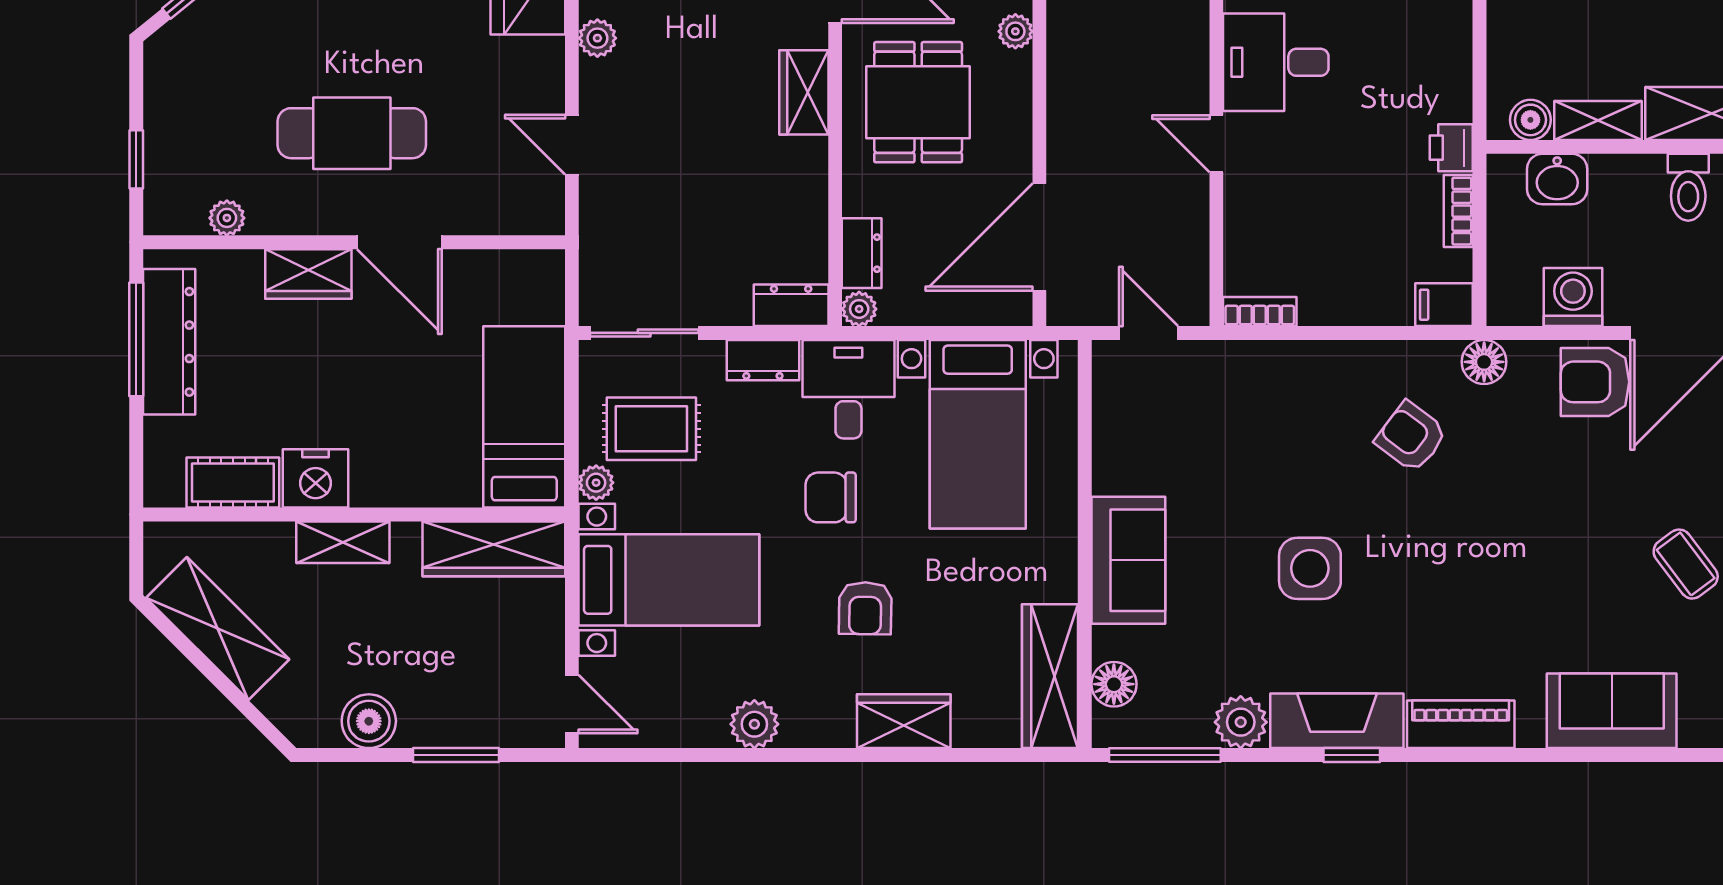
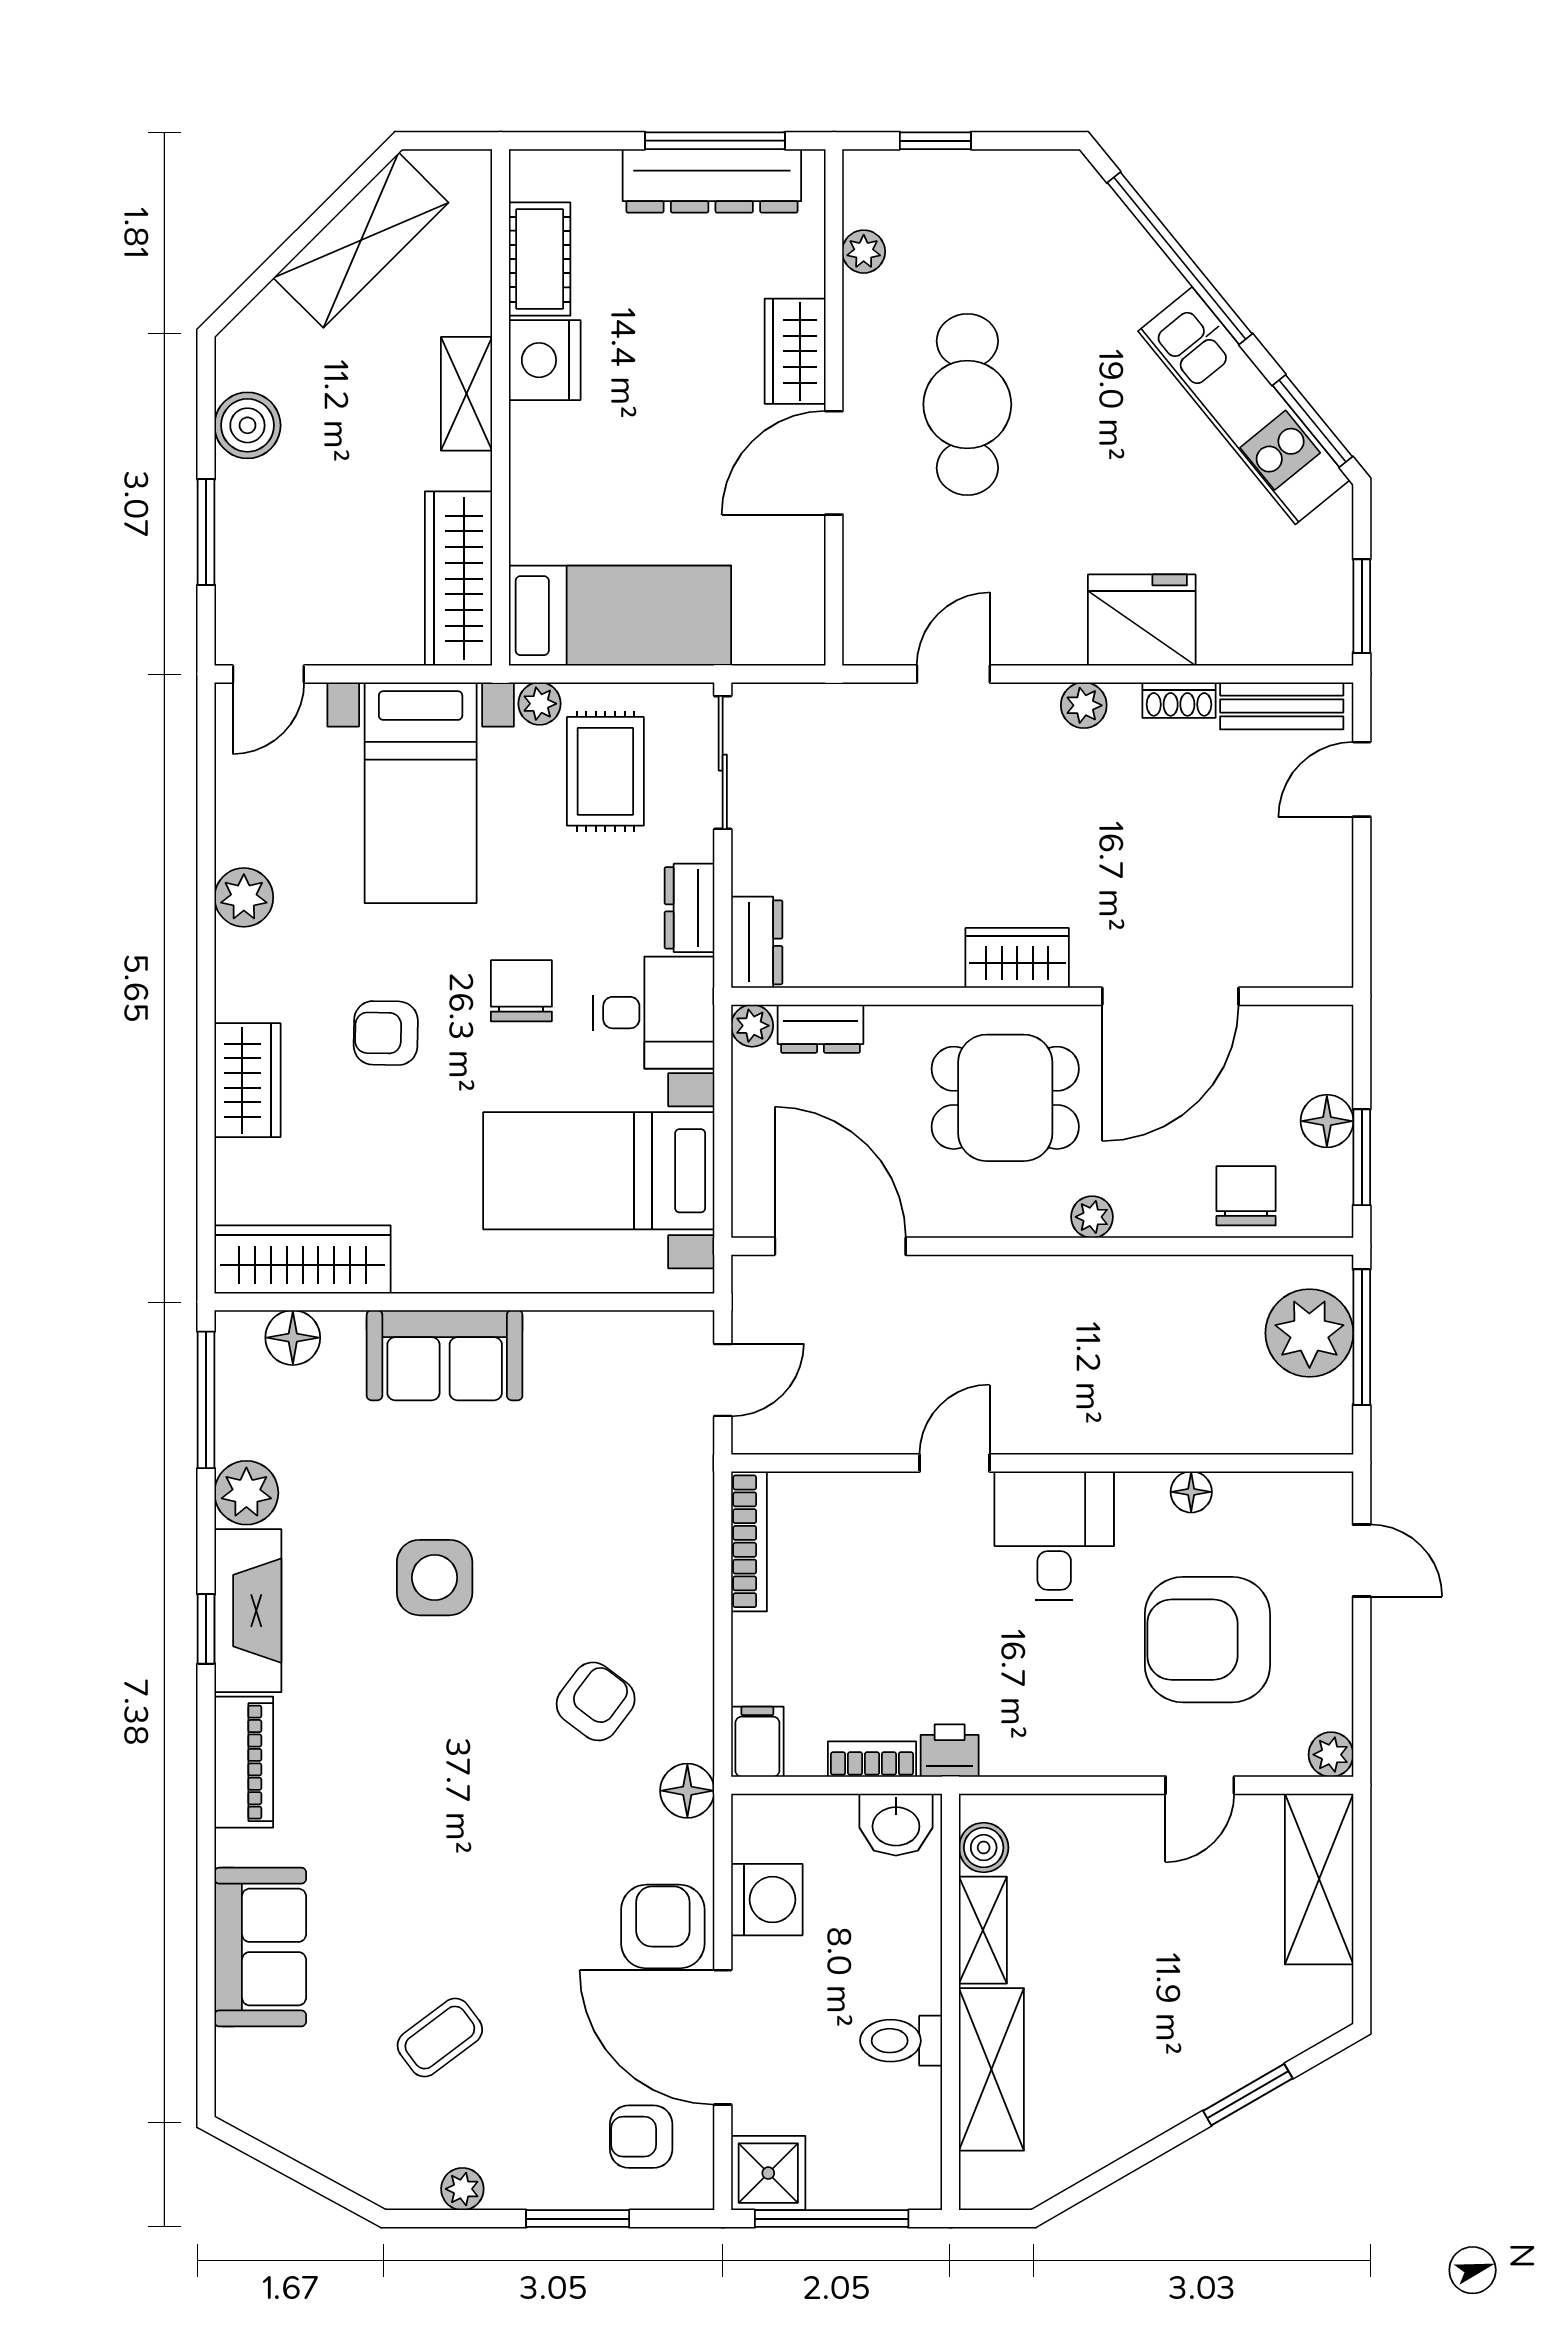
washbasin: (1557, 179) -> (896, 1825), moved, turned -90
bookcase: (1260, 312) -> (749, 1541), width x1.56

